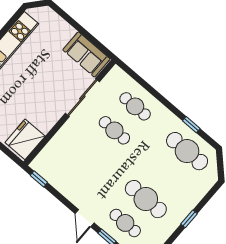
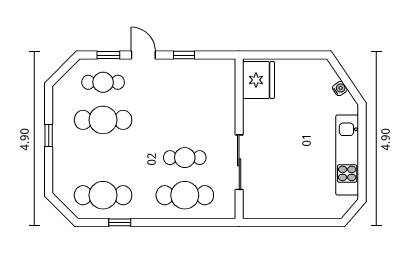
sofa: (86, 54) -> (269, 204), removed
cafe table: (135, 106) -> (185, 195), width x1.37, depth x1.35
window: (39, 179) -> (184, 55), moved

